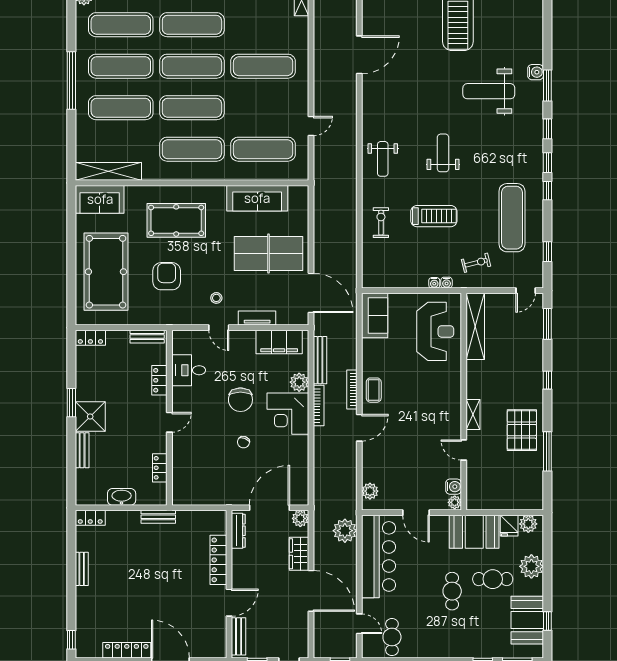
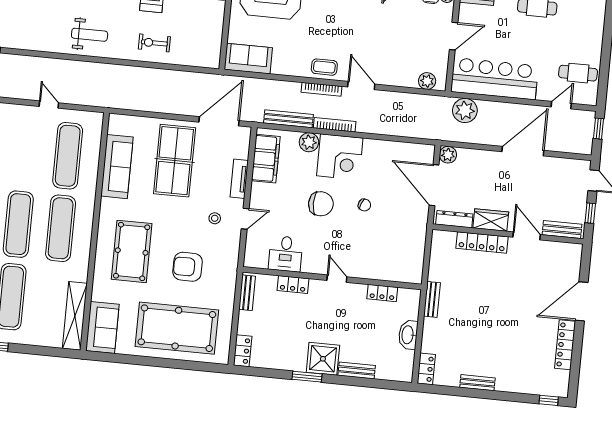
wardrobe: (299, 554) -> (491, 220), moved, turned 180

